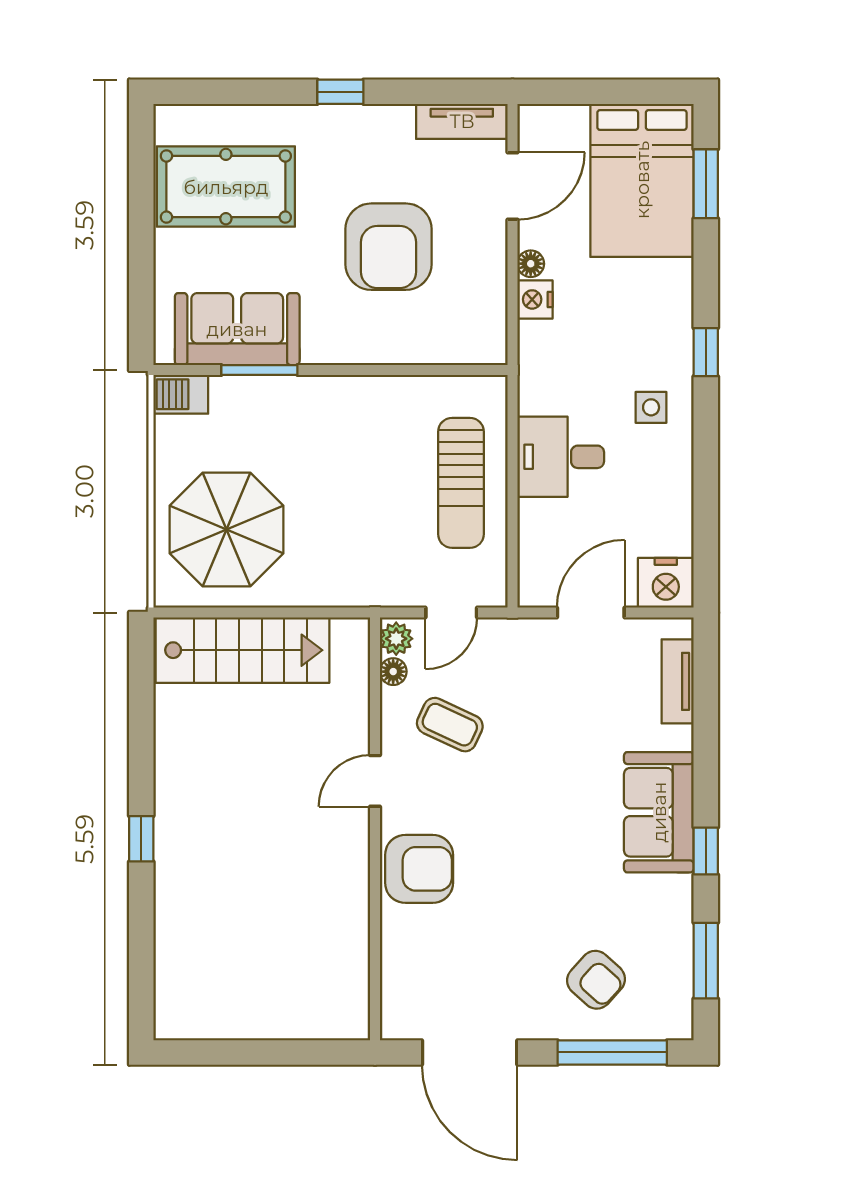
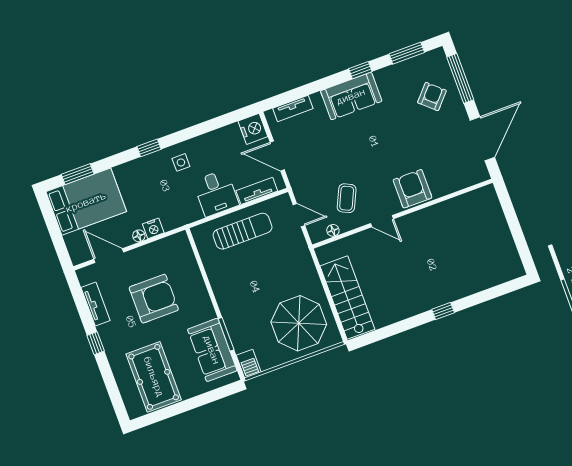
tv unit: (462, 121) -> (96, 304), moved
tv unit: (534, 544) -> (257, 191), added
plant: (396, 639) -> (319, 234), removed

